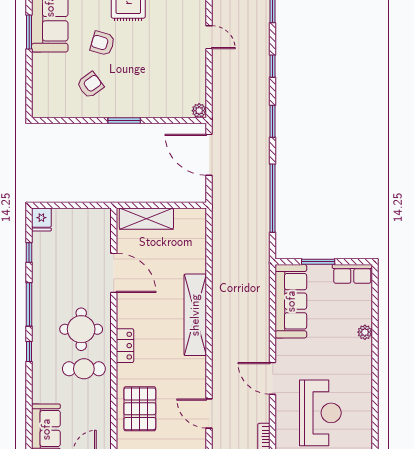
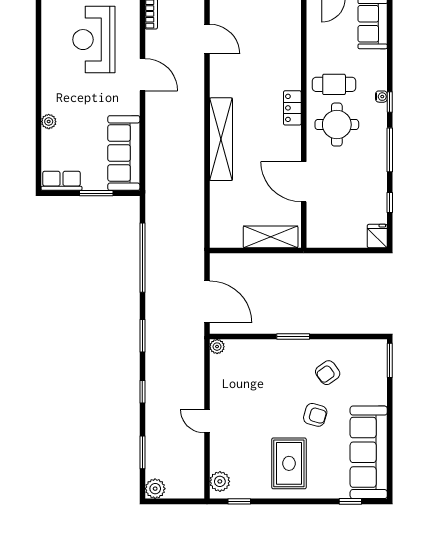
window: (29, 32) -> (390, 360), moved
water cooler: (37, 357) -> (381, 97), added
pallet: (140, 409) -> (277, 44), removed

